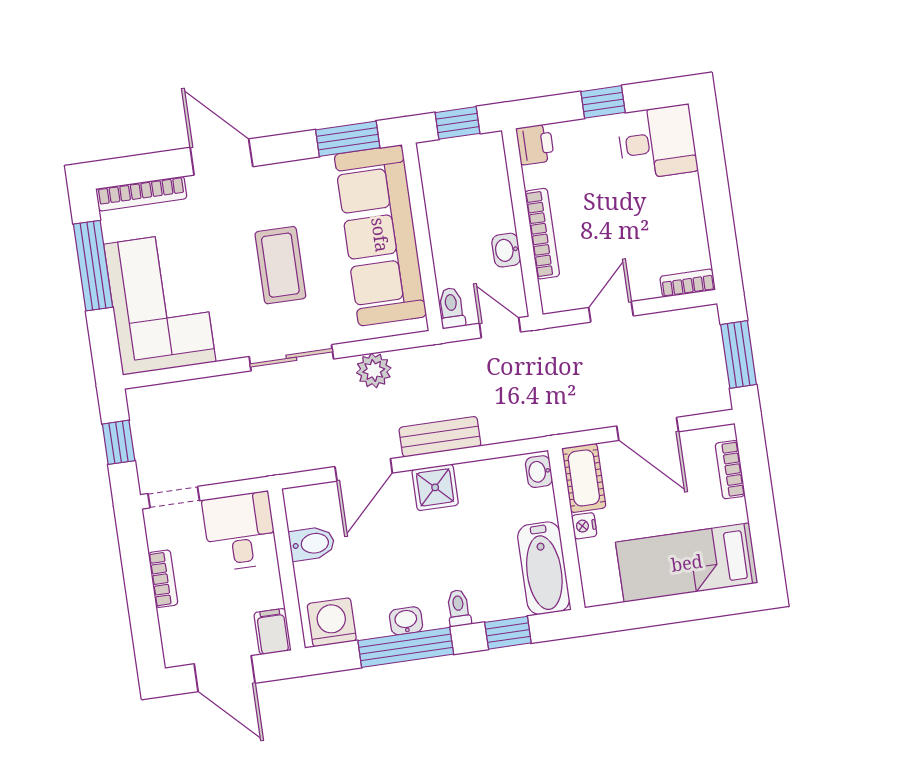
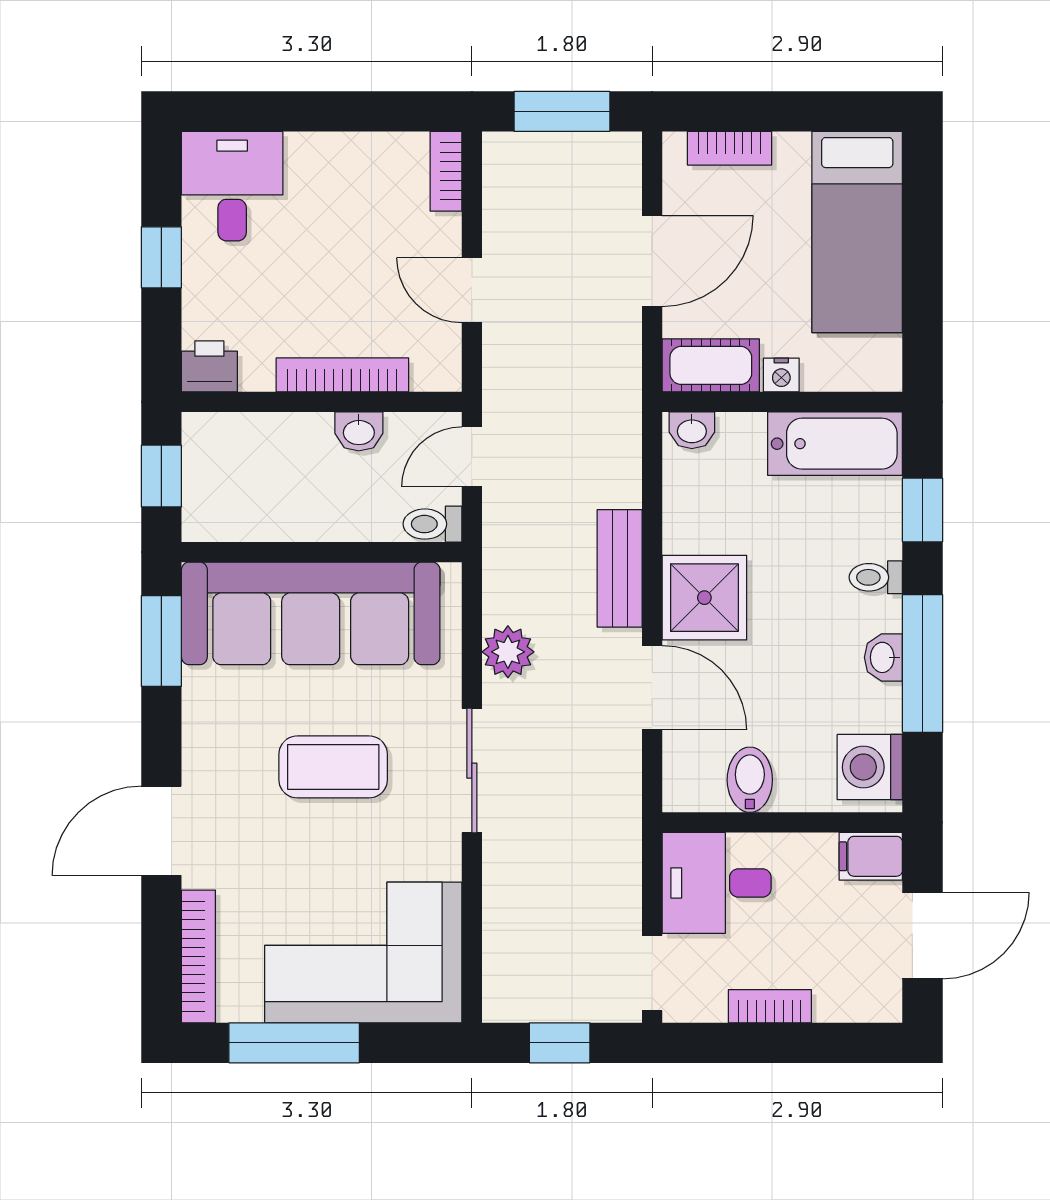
shower: (435, 487) -> (704, 598), width x1.36, depth x1.36

